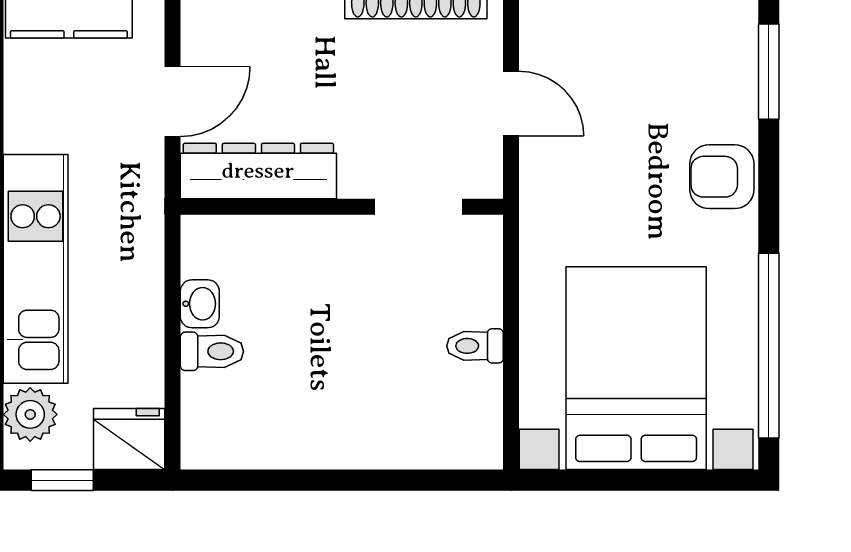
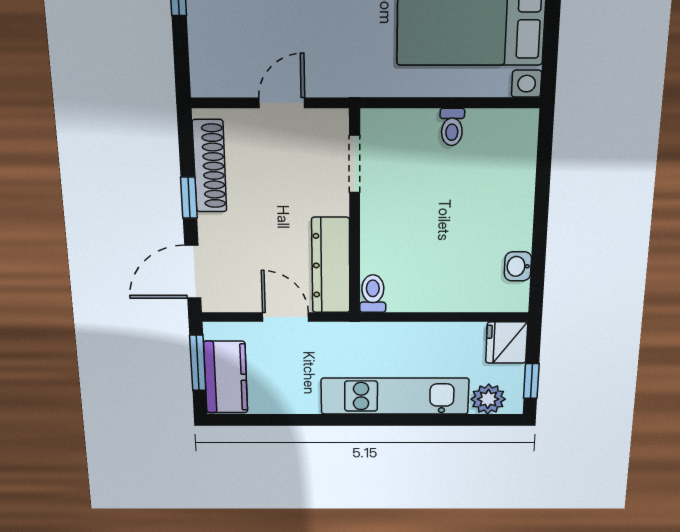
washbasin: (200, 304) -> (518, 266), moved, turned -90
toilet: (212, 351) -> (373, 294), moved

